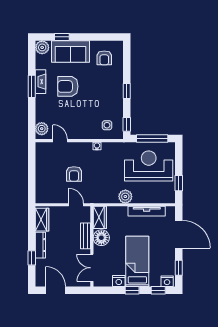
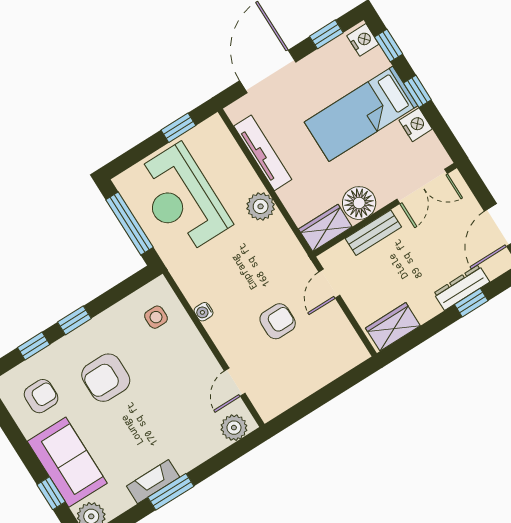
armchair: (68, 86) -> (106, 378), moved, turned 90
window: (127, 124) -> (34, 346), moved
dresser: (40, 245) -> (462, 287), moved

